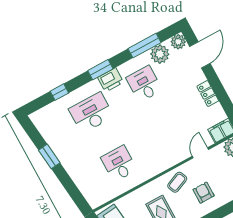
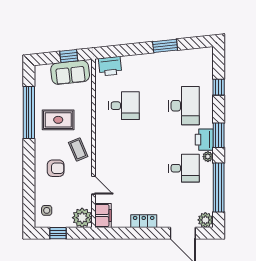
window: (145, 46) -> (219, 187), width x1.46
plant: (160, 54) -> (208, 157), moved, width x0.53, depth x0.53
printer: (92, 194) -> (110, 66), added

